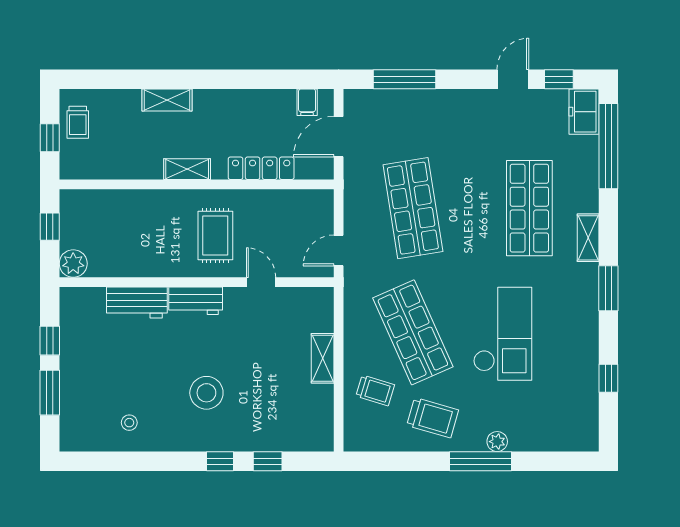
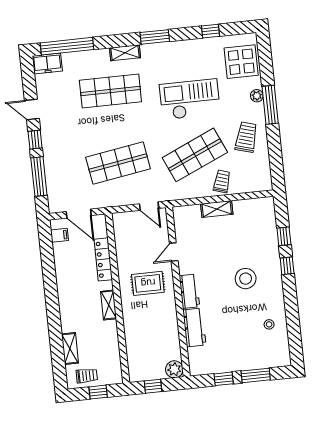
window: (559, 79) -> (35, 140), moved
shelving: (167, 100) -> (70, 348), moved
trolley: (375, 390) -> (222, 181), moved
display table: (554, 422) -> (241, 62), added

